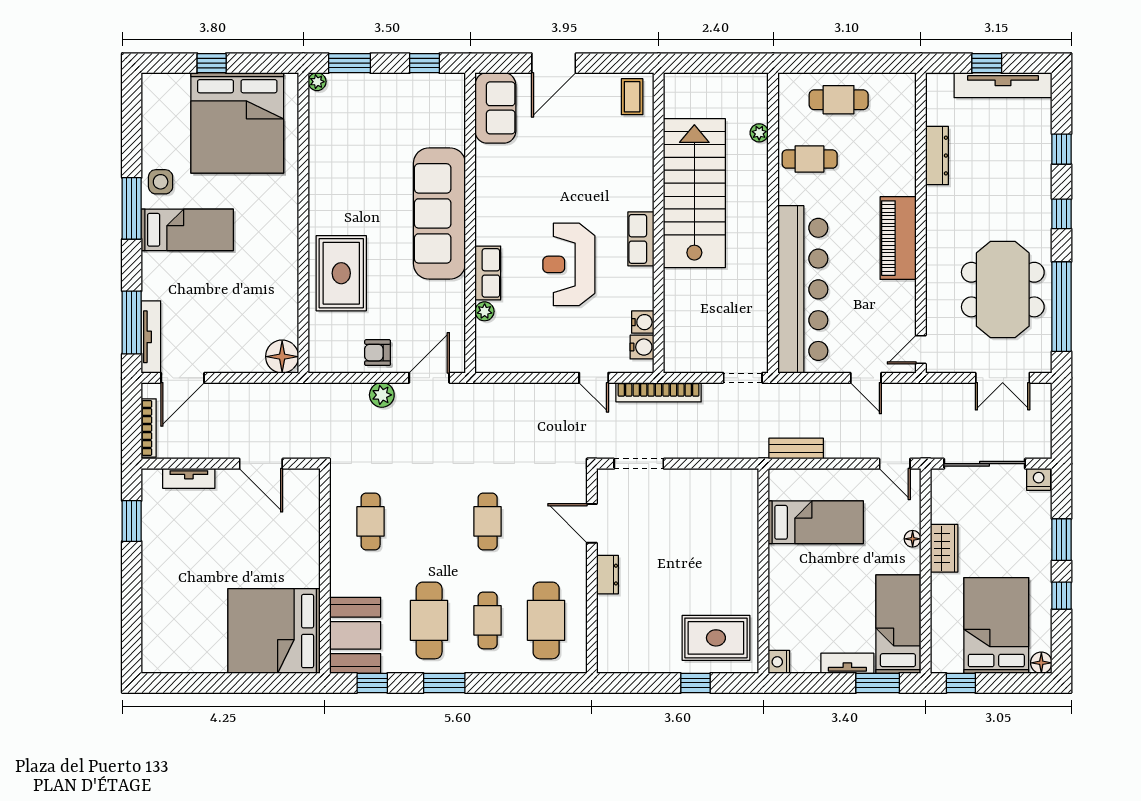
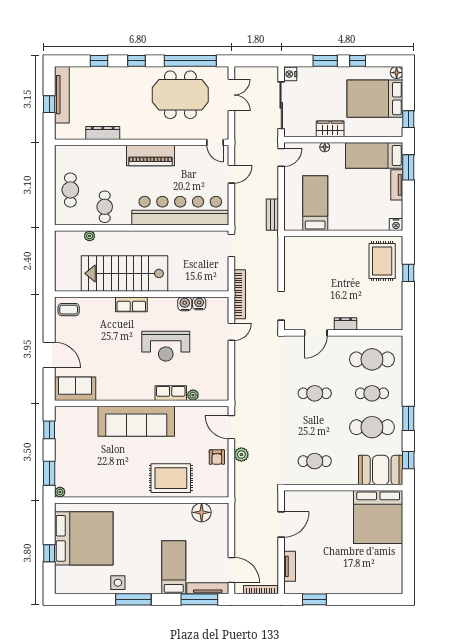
bed: (187, 230) -> (174, 567), moved
row of seats: (641, 239) -> (131, 304), moved
water cooler: (642, 347) -> (185, 304), moved
floor lamp: (282, 357) -> (202, 512), moved

